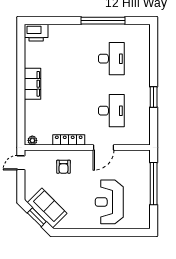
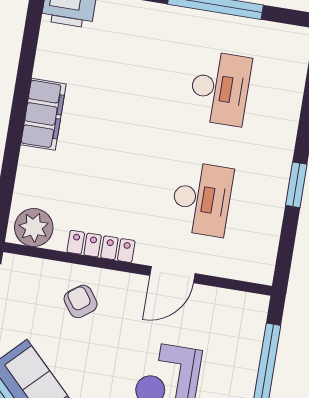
plant: (32, 140) -> (34, 228), width x1.87, depth x1.87
armchair: (64, 167) -> (81, 301), turned 144

